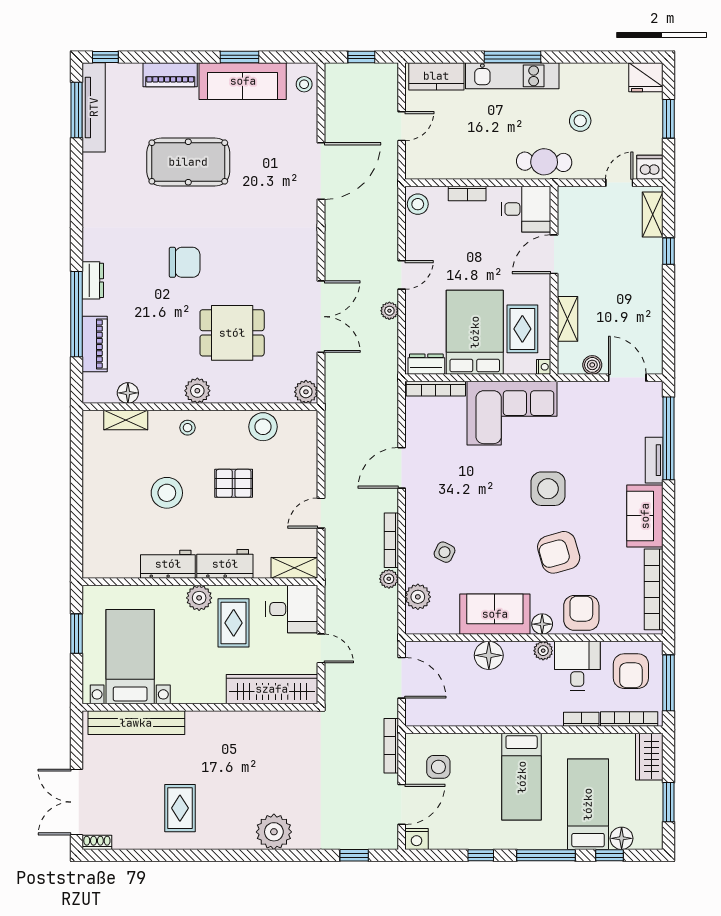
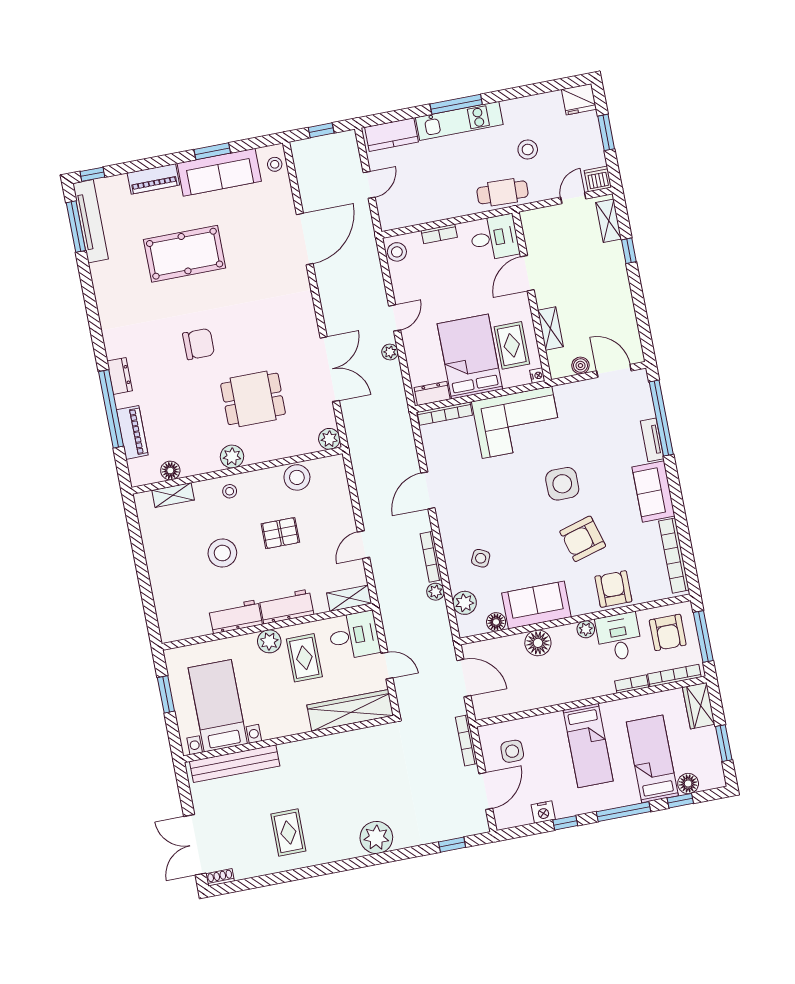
floor lamp: (542, 624) -> (496, 622), moved
nightstand: (417, 839) -> (543, 812), moved

